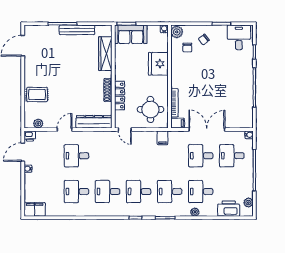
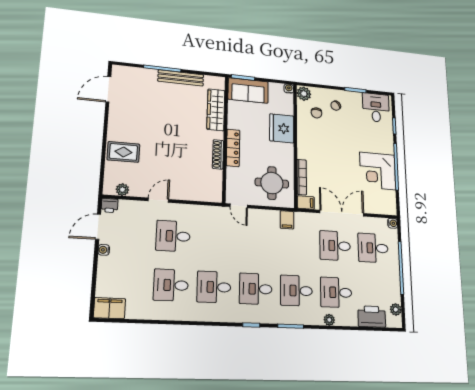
corner desk: (238, 92) -> (378, 171), added
locker: (120, 96) -> (233, 148), moved
dresser: (94, 122) -> (198, 193), removed

